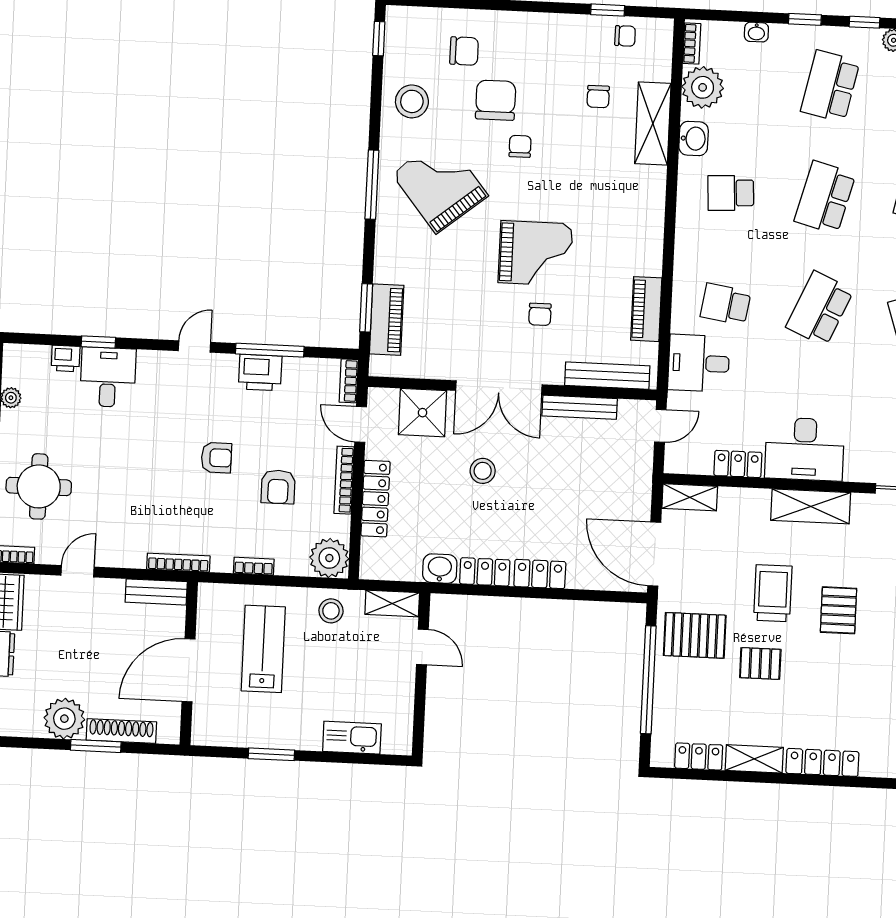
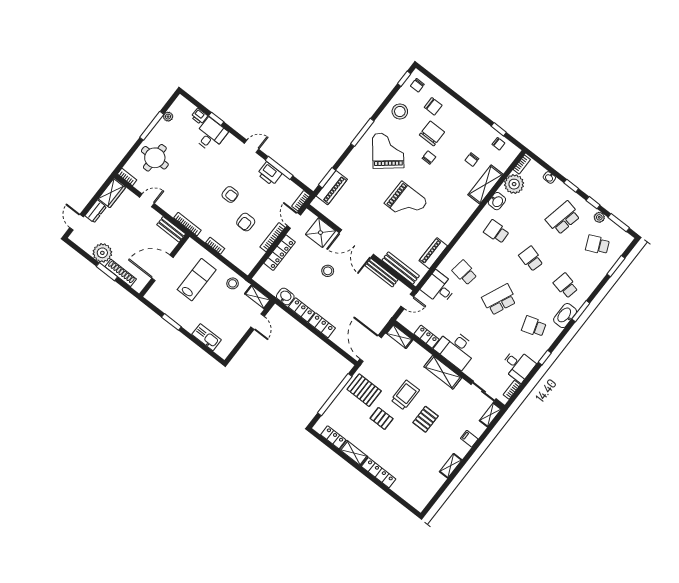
school desk: (825, 197) -> (531, 259), width x0.54
chair: (540, 314) -> (417, 85), moved
plant: (329, 558) -> (246, 263), removed

